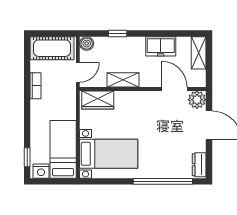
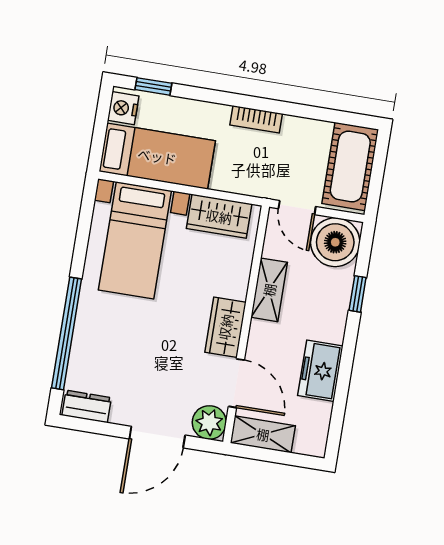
boiler: (87, 44) -> (335, 242), width x1.86, depth x1.86
shelving: (199, 53) -> (263, 434), moved
bookcase: (36, 86) -> (256, 119), moved
door: (174, 89) -> (236, 383), hinge flipped
wardrobe: (146, 99) -> (225, 327), added
wardrobe: (98, 100) -> (219, 216), moved, turned -90

